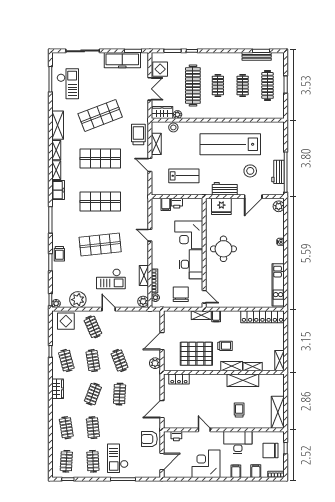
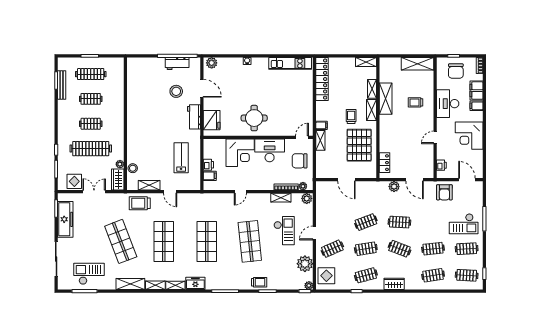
lab bench: (230, 144) -> (150, 111), removed
door: (150, 165) -> (170, 192), hinge flipped
plant: (155, 363) -> (394, 187), moved
filing cabinet: (256, 471) -> (476, 91), width x2.00

